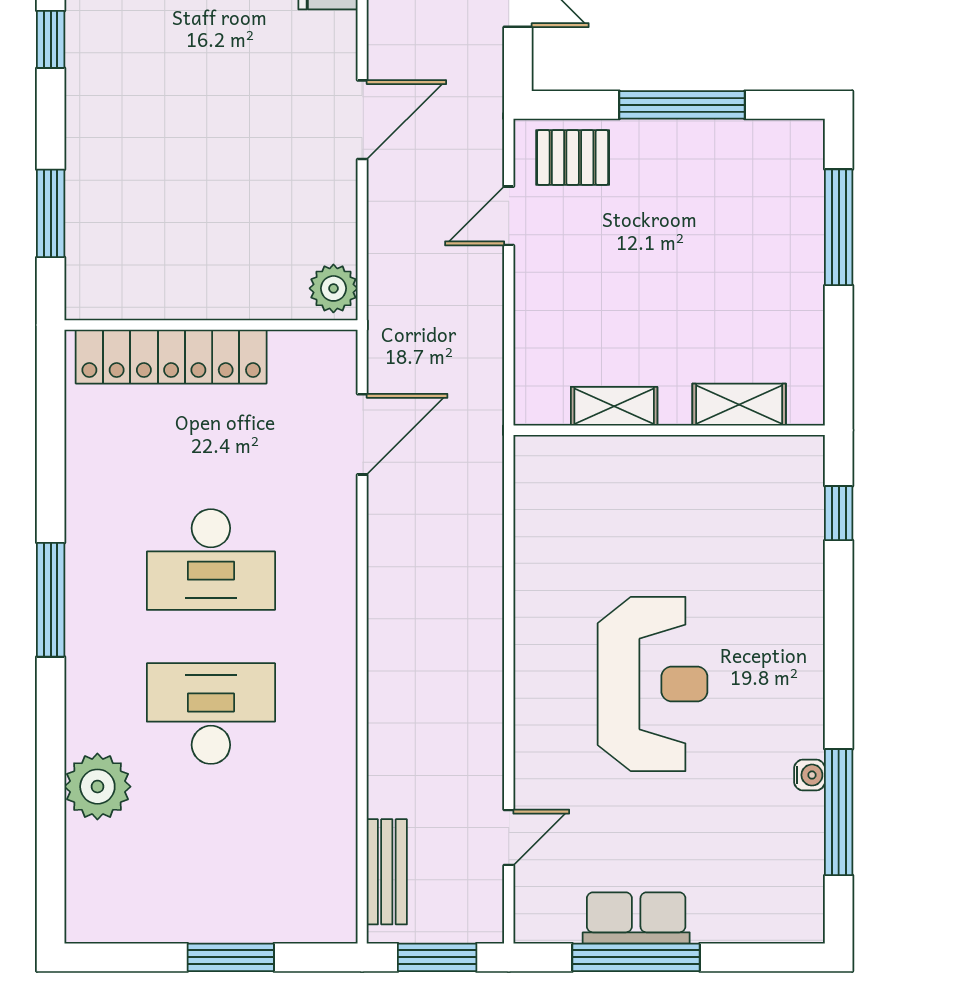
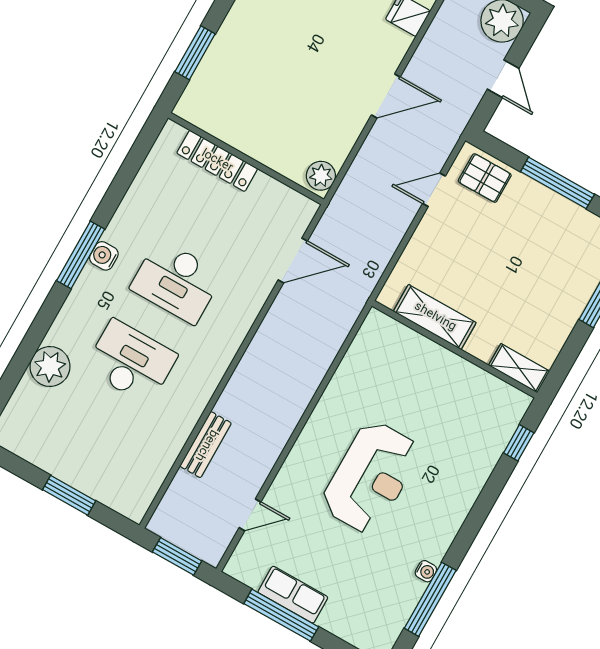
locker: (171, 357) -> (217, 161), width x0.71, depth x0.83
shelving: (739, 405) -> (519, 368), moved
shelving: (614, 406) -> (435, 317), width x1.50, depth x1.33
water cooler: (85, 582) -> (104, 256), added
bench: (387, 872) -> (206, 445), moved

